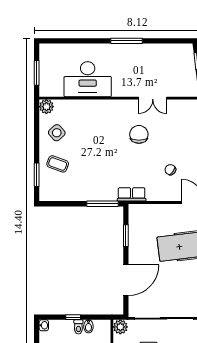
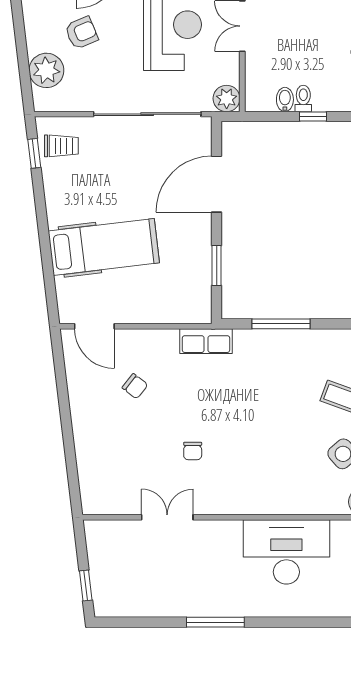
chair: (139, 134) -> (193, 451), width x0.54, depth x0.54
window: (103, 204) -> (281, 324), moved

